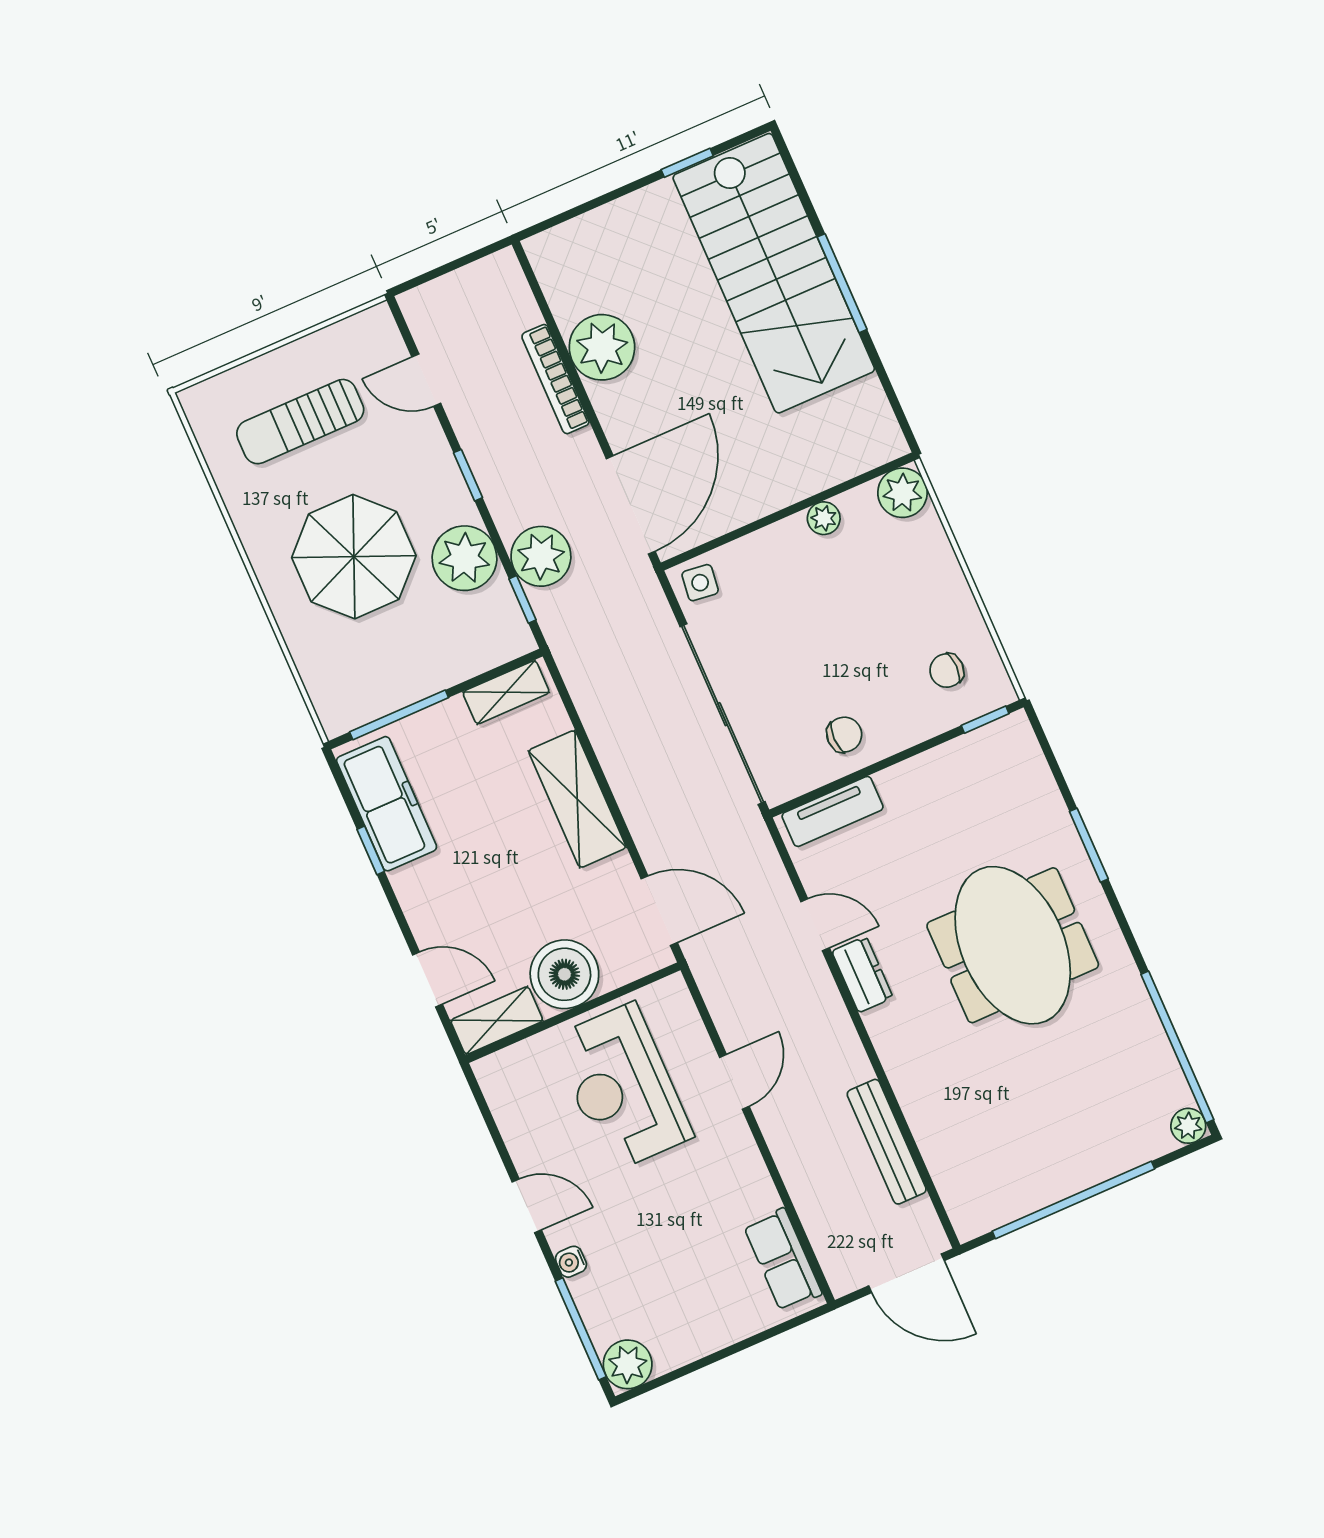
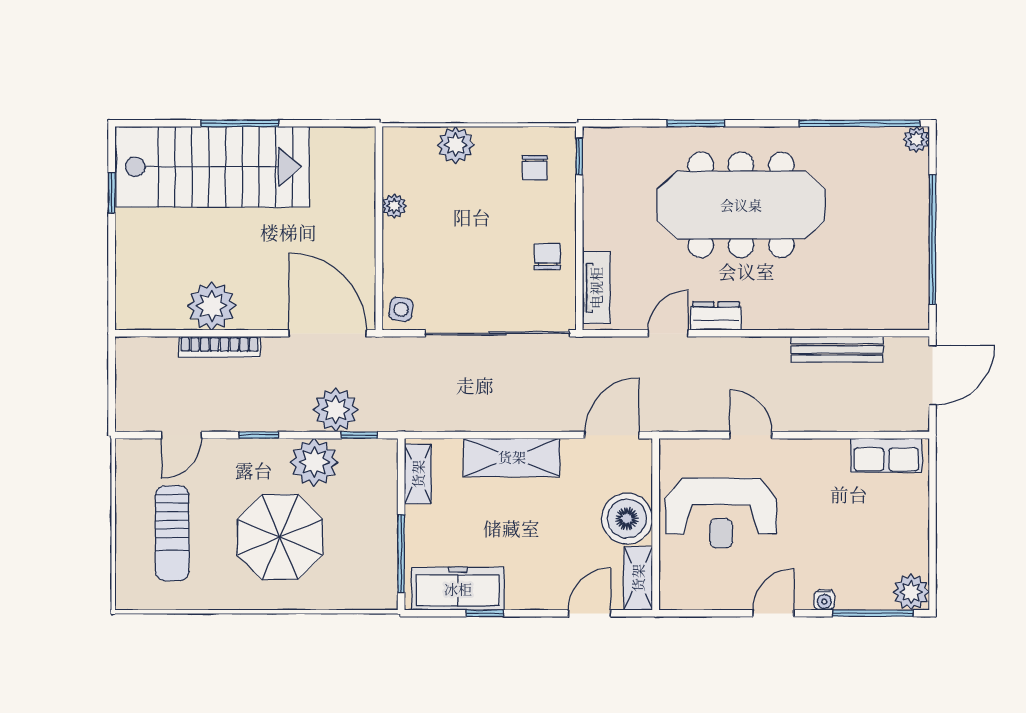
plant: (902, 493) -> (456, 145), moved
meeting table: (1013, 945) -> (741, 205), width x1.36

